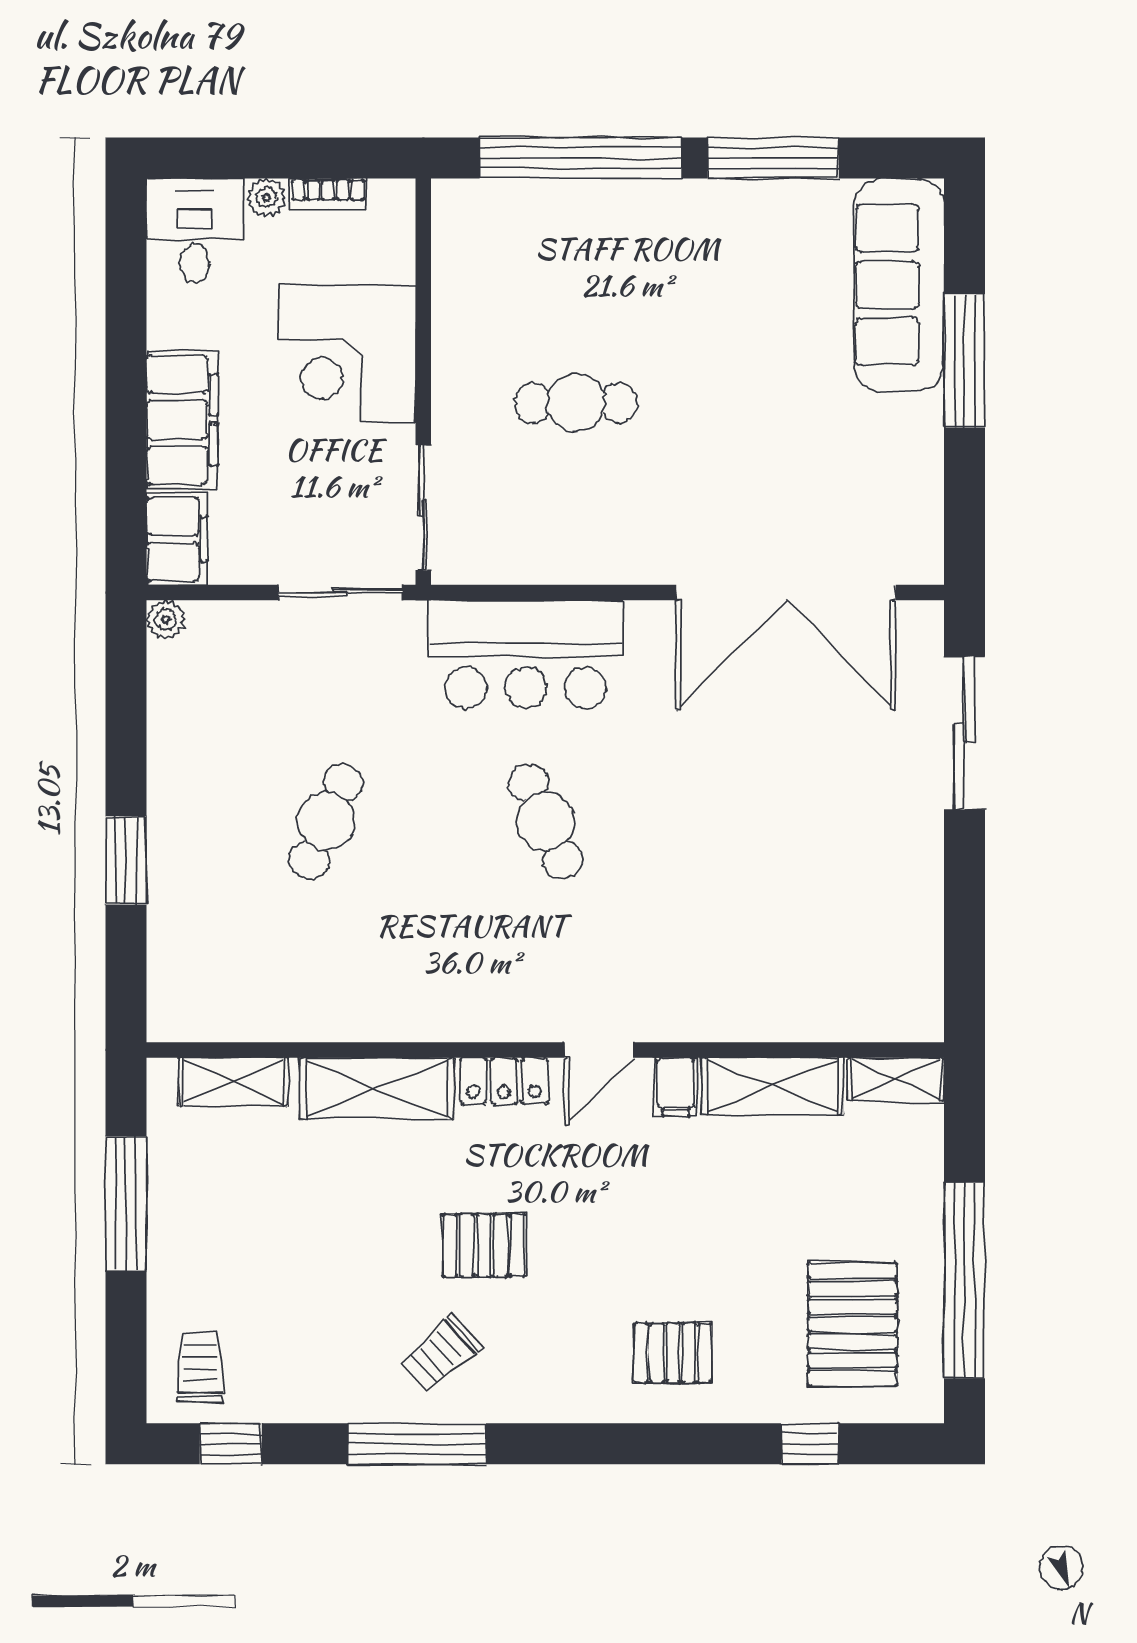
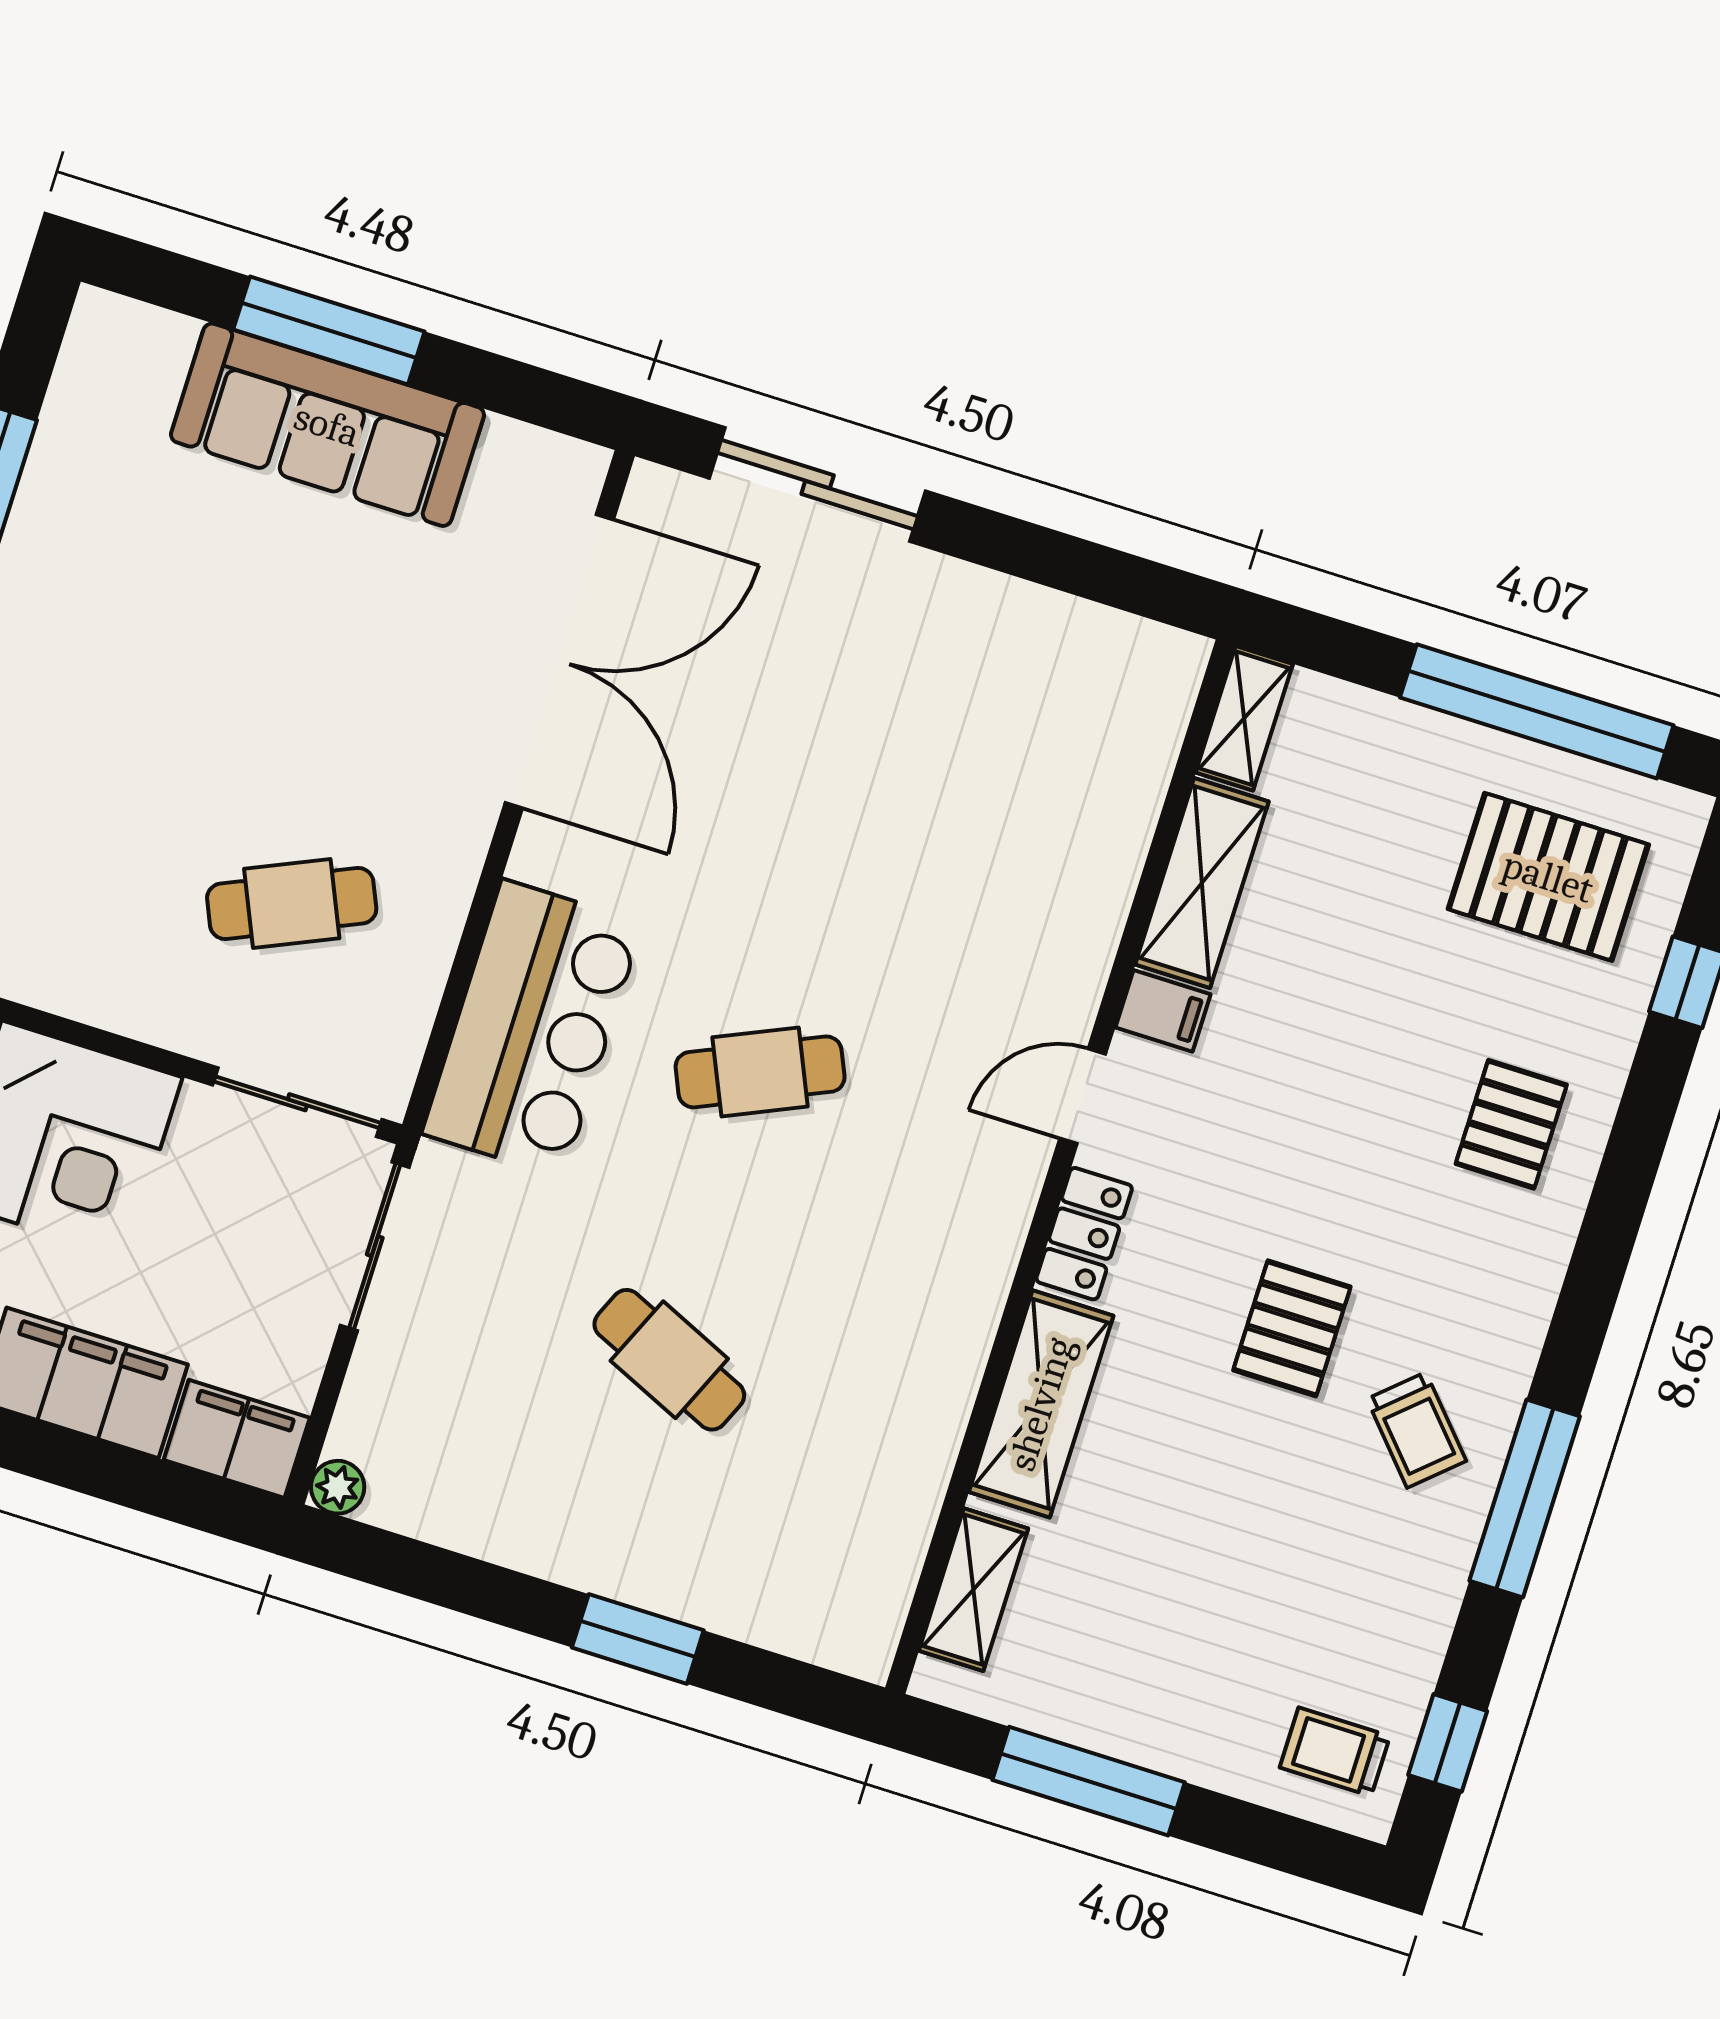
sofa: (899, 285) -> (327, 425), moved
cafe table: (576, 403) -> (292, 904), moved, turned 66
door: (599, 1050) -> (1083, 1096), swing flipped

